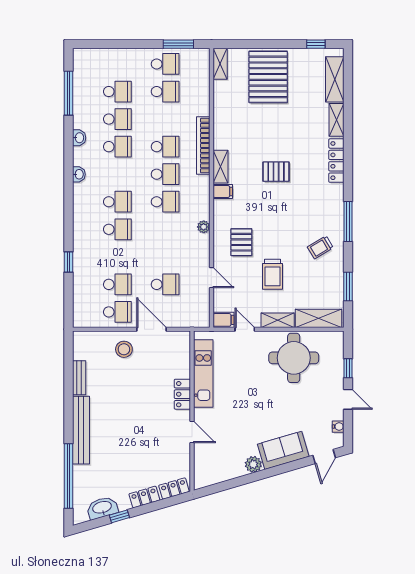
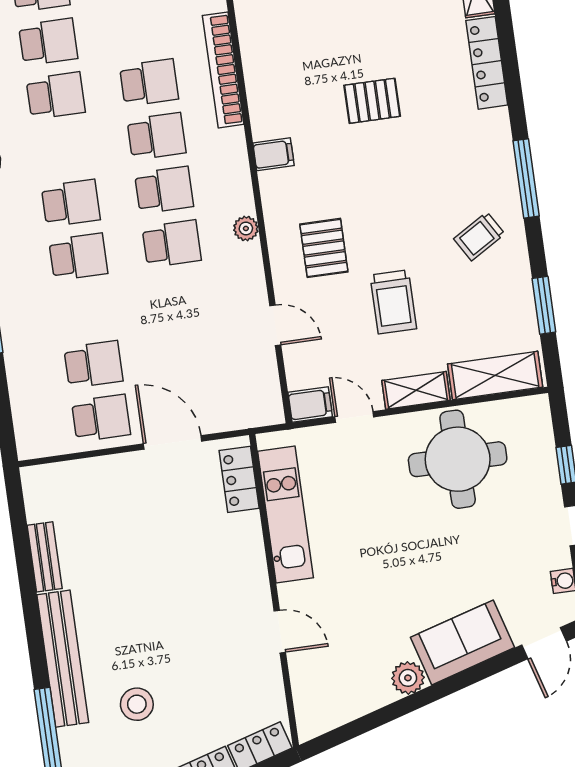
shelving: (220, 167) -> (262, 106), removed
school desk: (165, 284) -> (172, 244), moved
stool: (124, 349) -> (137, 704), moved
locker: (182, 394) -> (239, 479), moved

